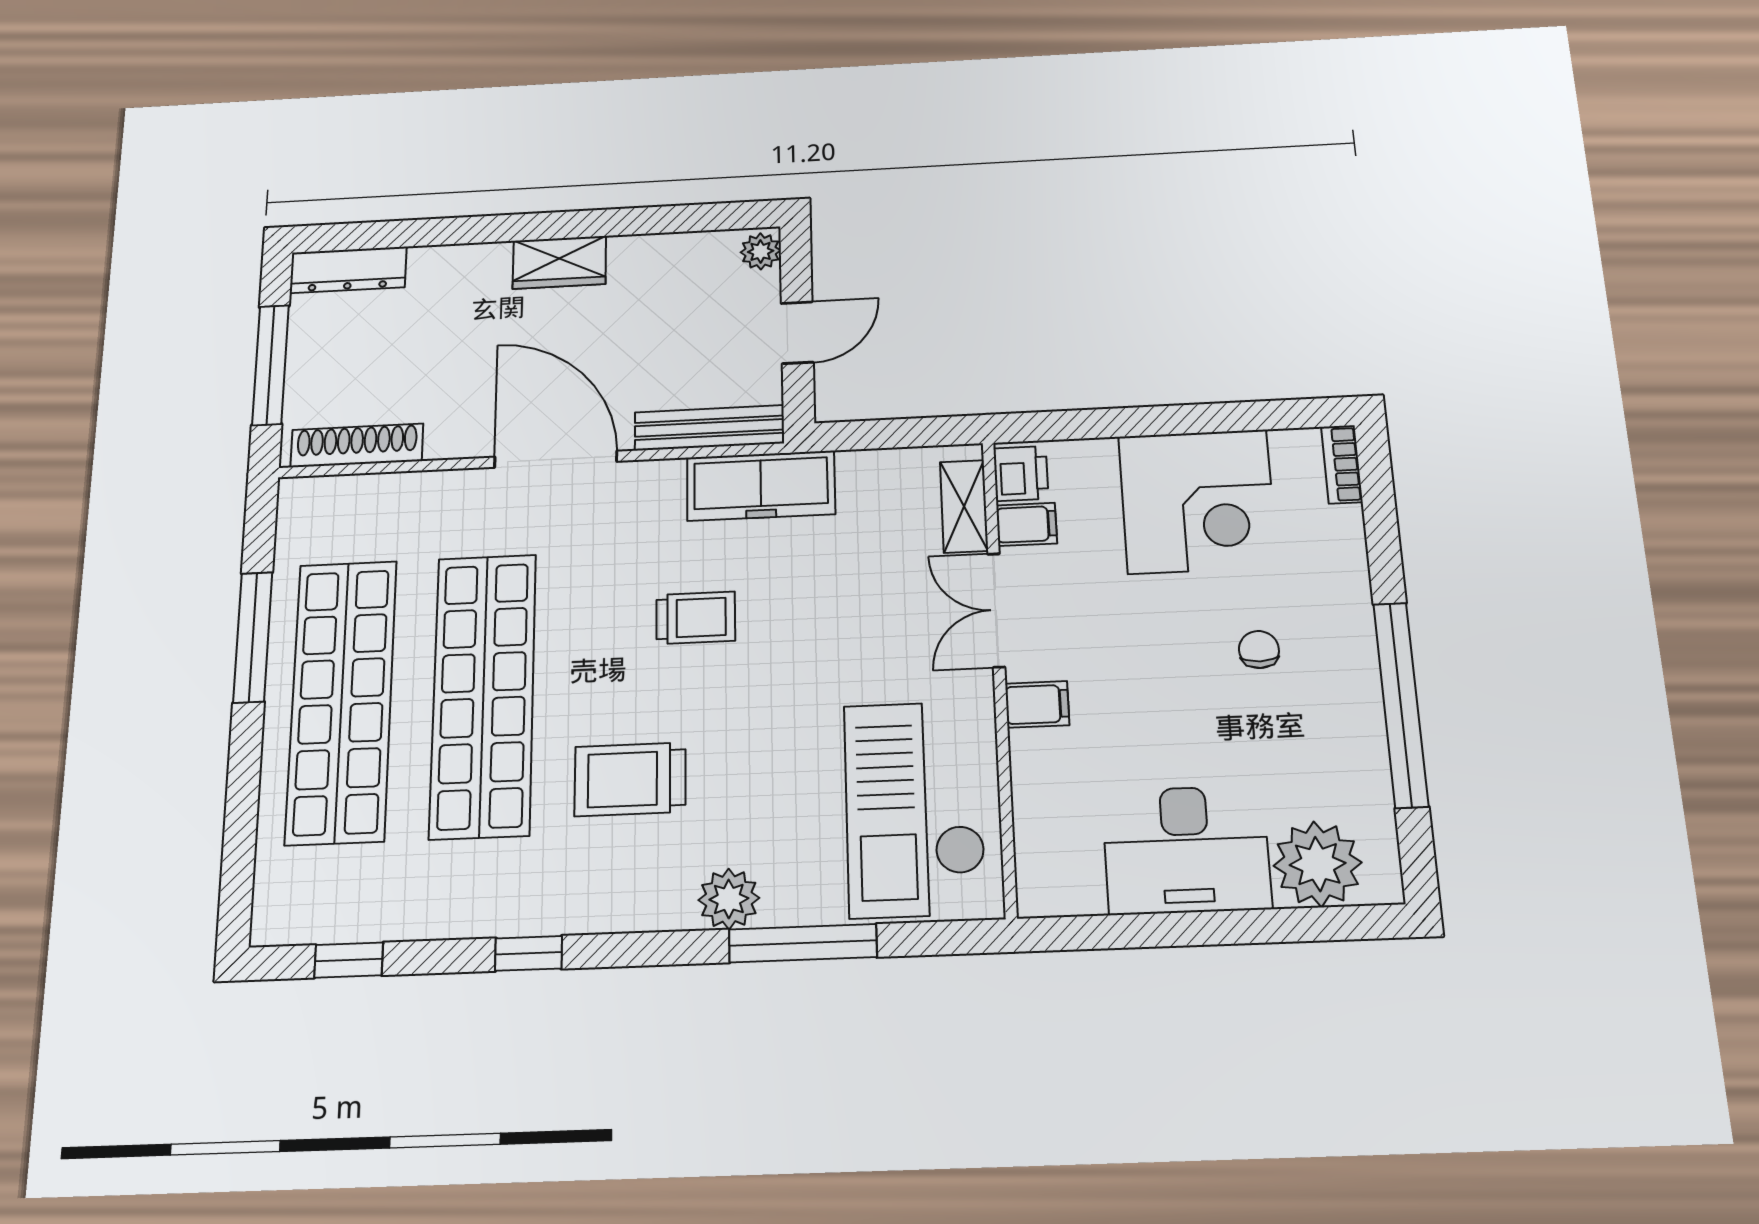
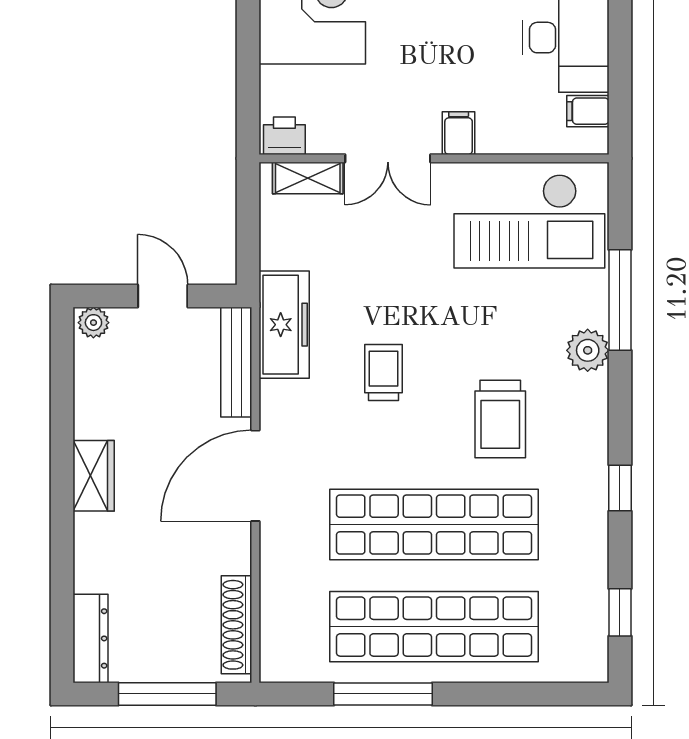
filing cabinet: (1027, 524) -> (588, 111), moved, turned -90

